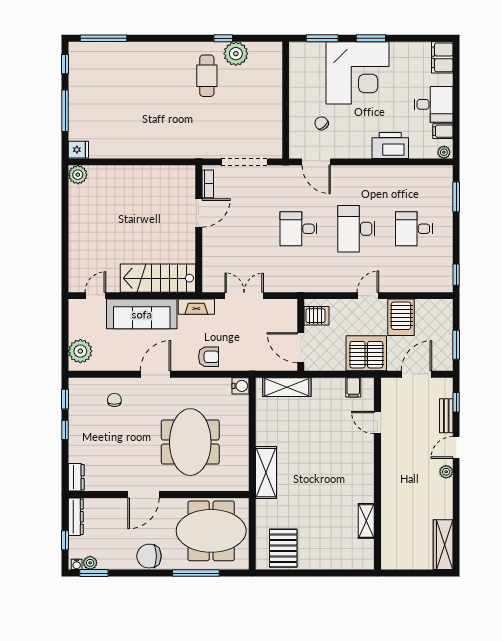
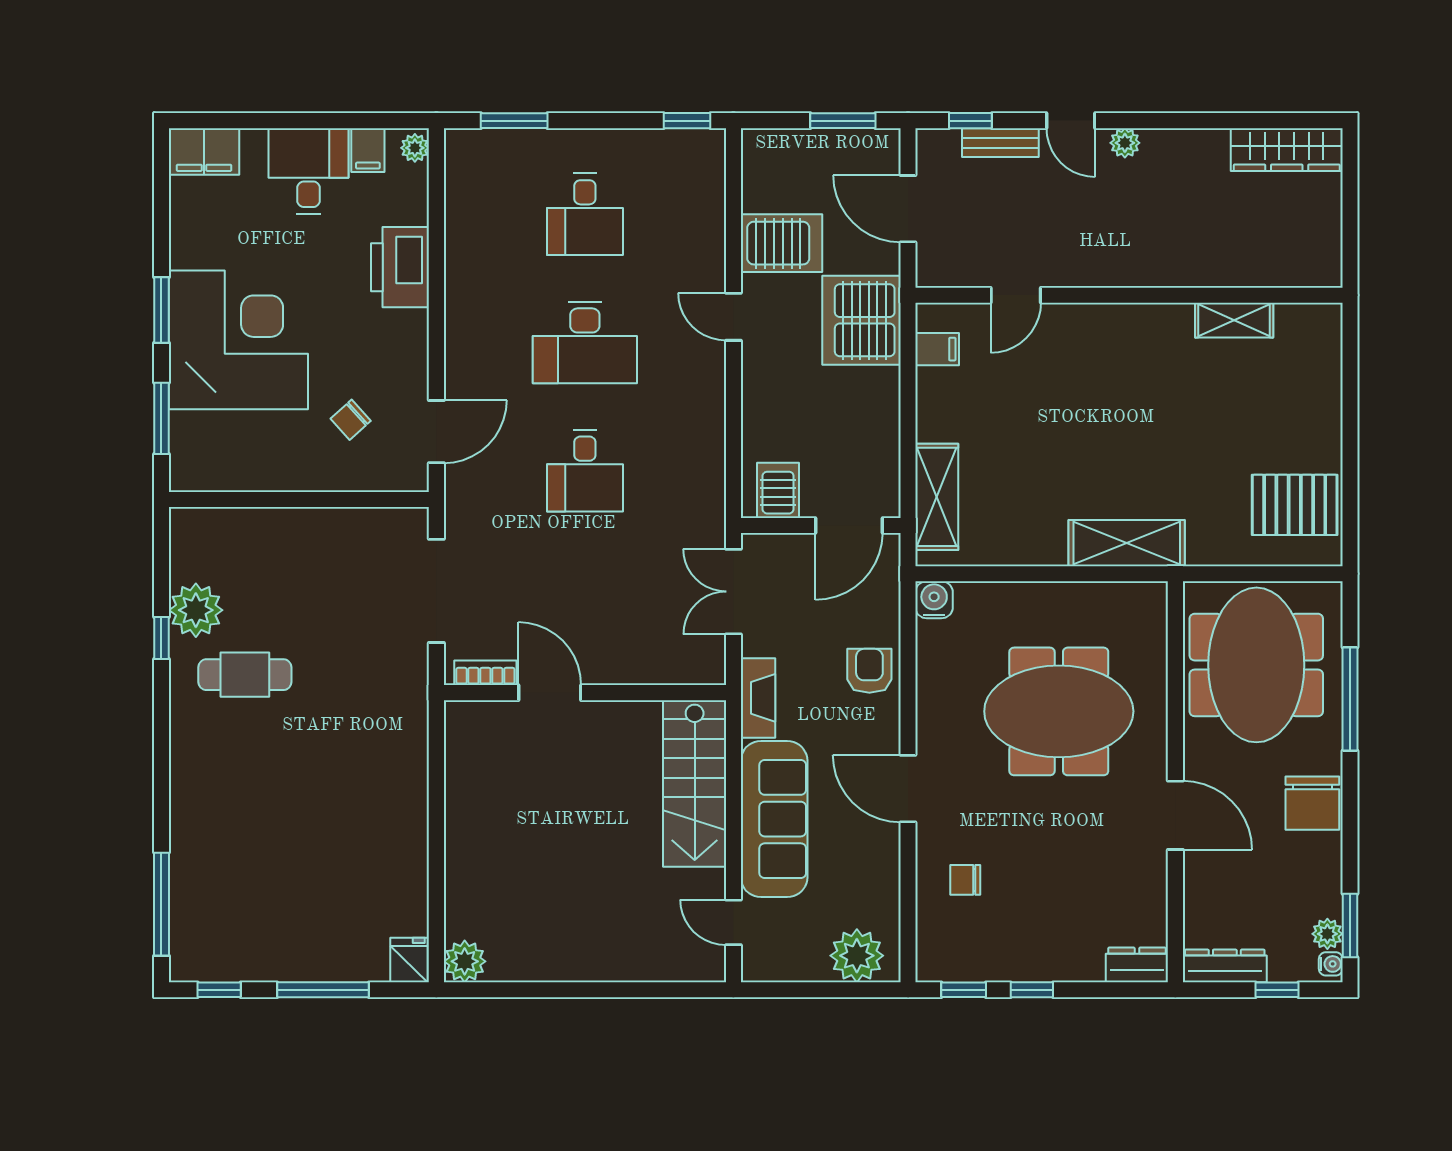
server rack: (316, 316) -> (778, 490), moved
wall: (301, 335) -> (821, 525), moved
door: (301, 348) -> (849, 525), moved

